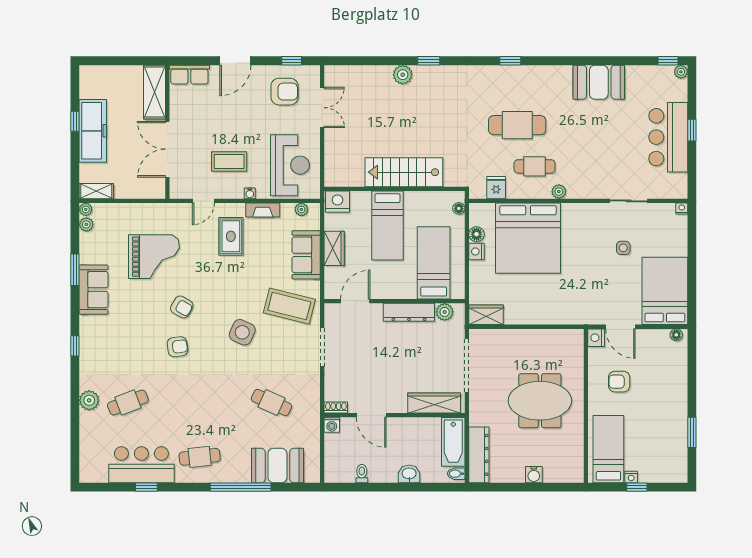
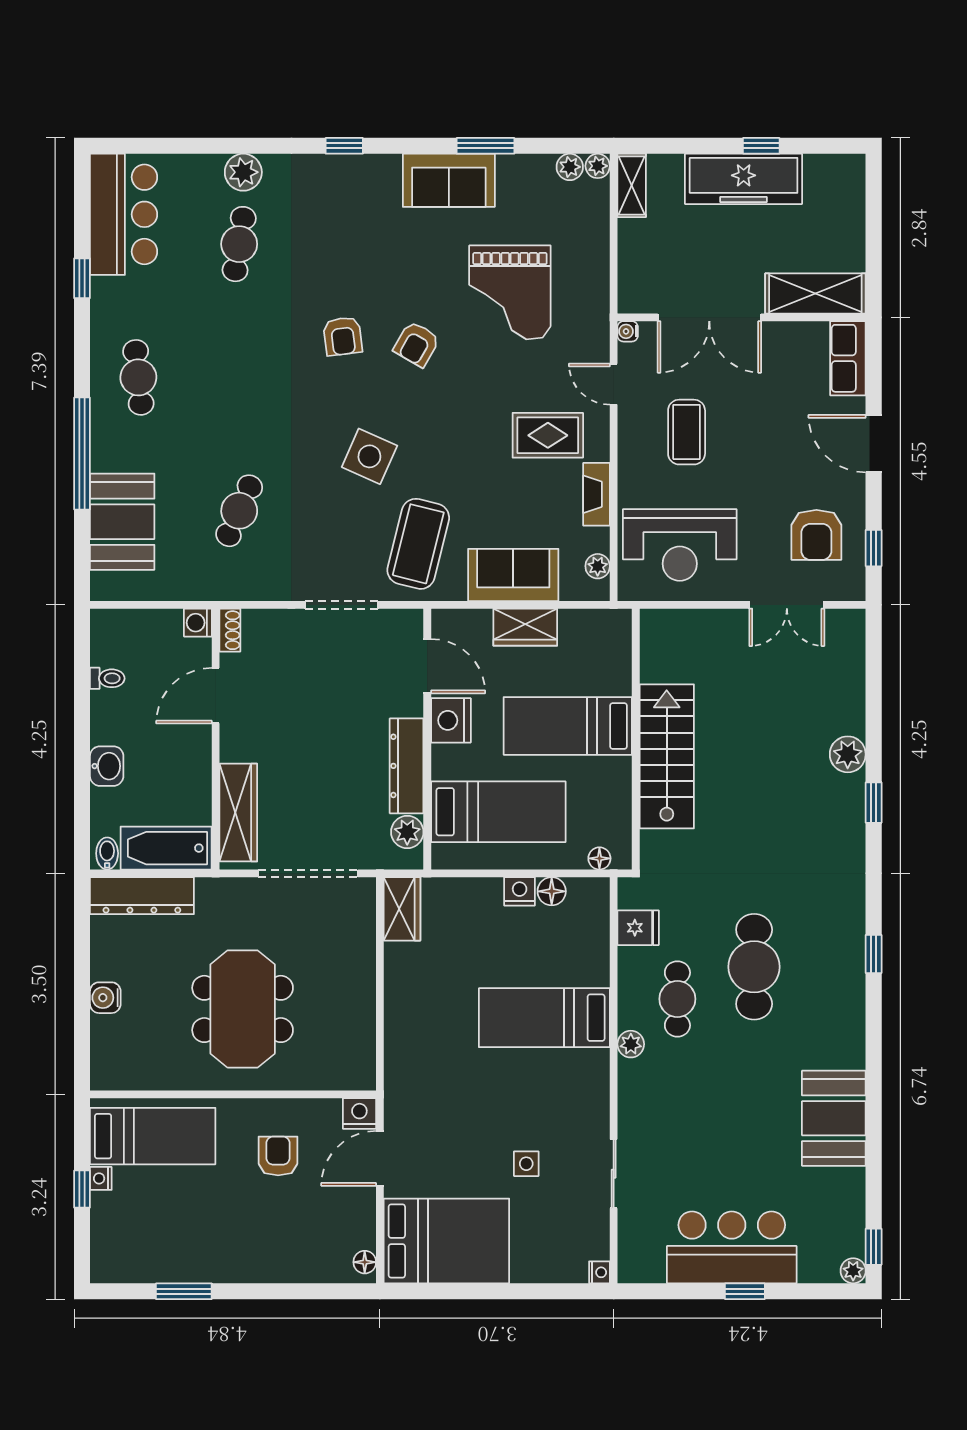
double door: (167, 149) -> (709, 317), swing flipped
water cooler: (250, 193) -> (628, 331), moved
nightstand: (338, 202) -> (451, 720), moved, turned 180
bed: (528, 238) -> (544, 1018), width x0.49
cafe table: (128, 403) -> (239, 244), turned 30
bar counter: (141, 465) -> (124, 214), moved

